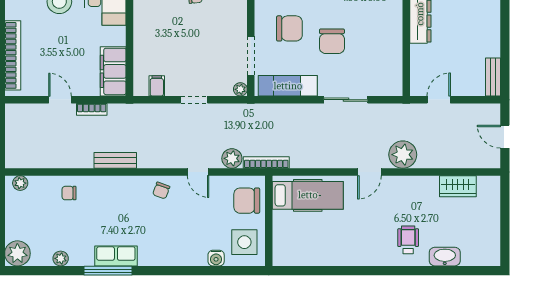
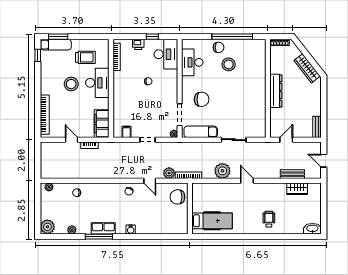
chair: (332, 41) -> (226, 107), removed
plant: (403, 155) -> (222, 171), moved
bench: (115, 160) -> (292, 174), moved
door: (369, 172) -> (247, 181), swing flipped
hospital bed: (308, 195) -> (212, 221), moved
side table: (244, 242) -> (176, 220), removed
washbasin: (445, 257) -> (312, 229), moved
water cooler: (216, 258) -> (131, 230), moved

